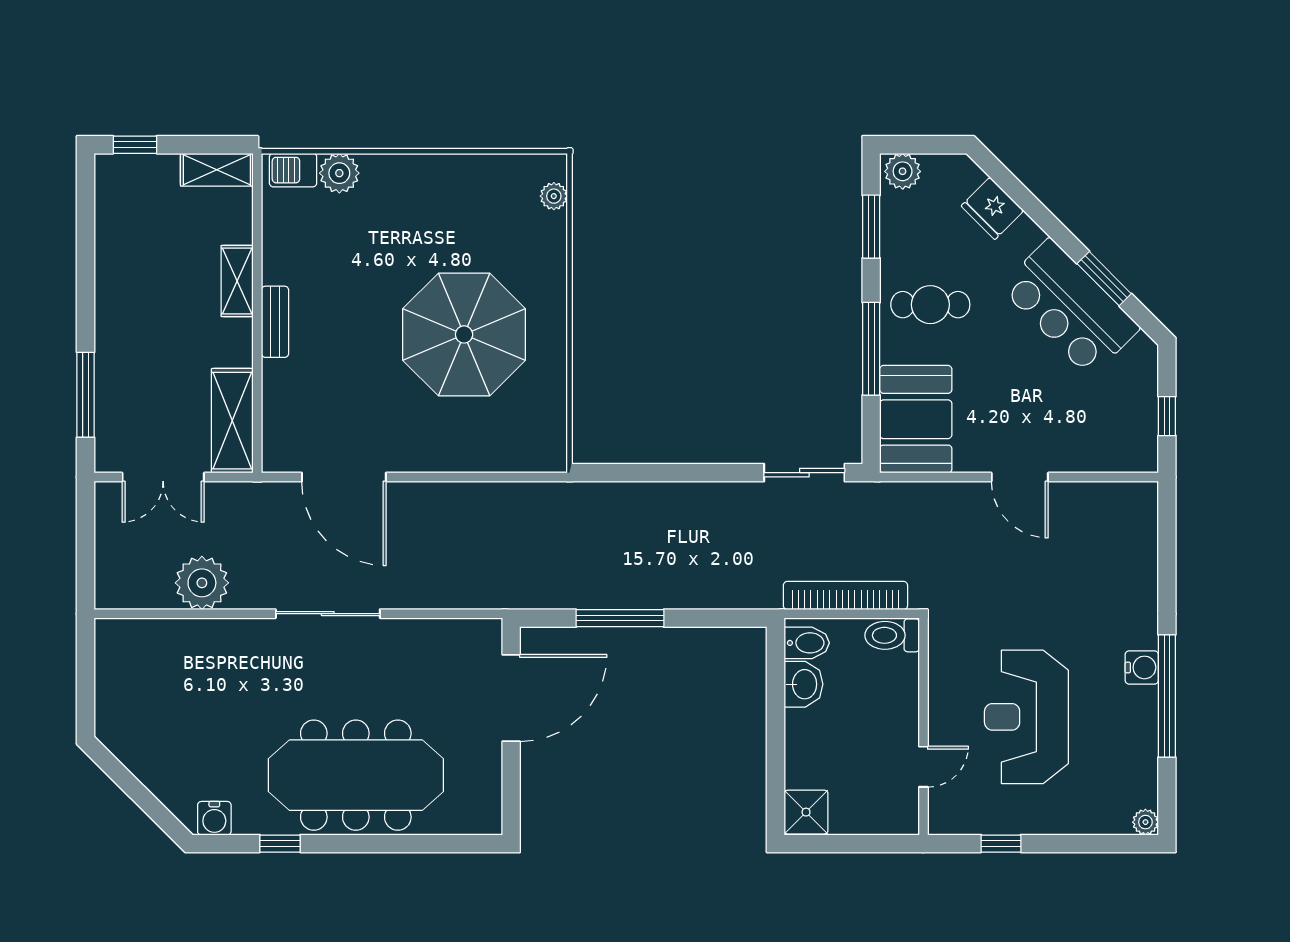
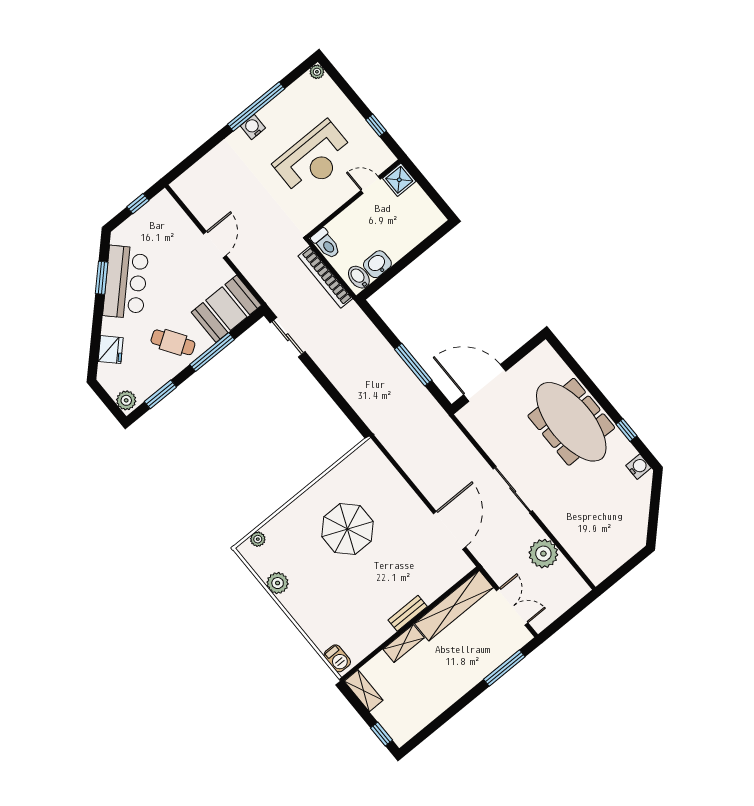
plant: (339, 173) -> (278, 583), moved
cafe table: (930, 305) -> (173, 342), turned -33
parasol: (464, 334) -> (347, 529), width x0.73, depth x0.73
shelving: (232, 421) -> (454, 606), width x1.47
shower: (806, 812) -> (399, 180), moved

